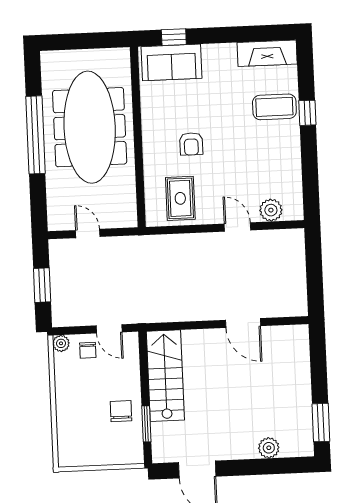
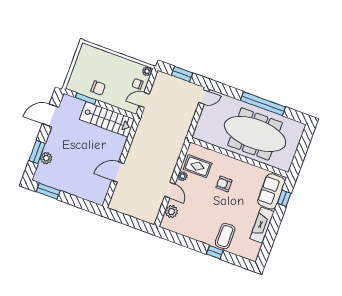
fireplace: (267, 53) -> (262, 225), moved
plant: (206, 216) -> (182, 176), added
door: (237, 227) -> (170, 190), hinge flipped
door: (88, 233) -> (204, 97), moved
window: (265, 466) -> (37, 152), added

